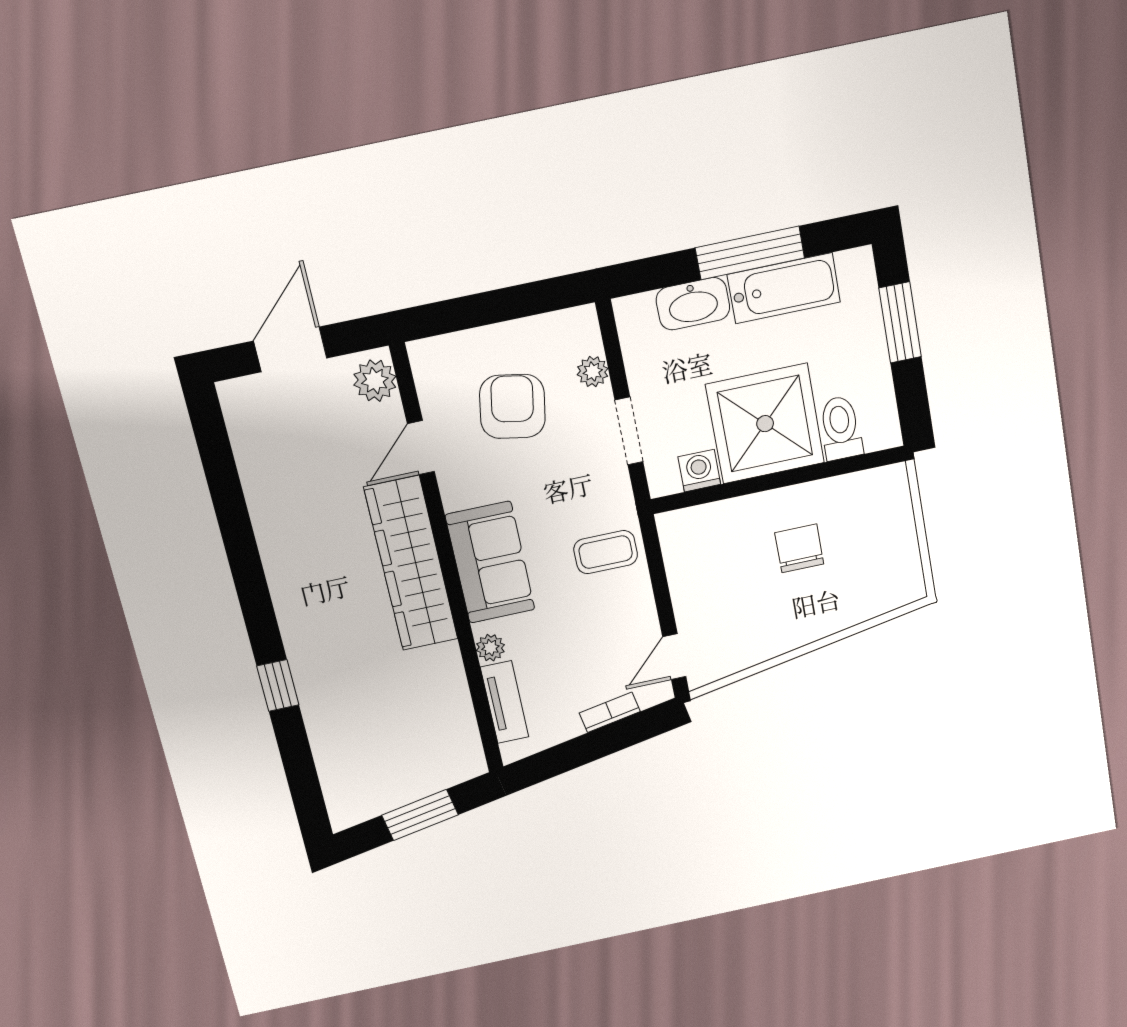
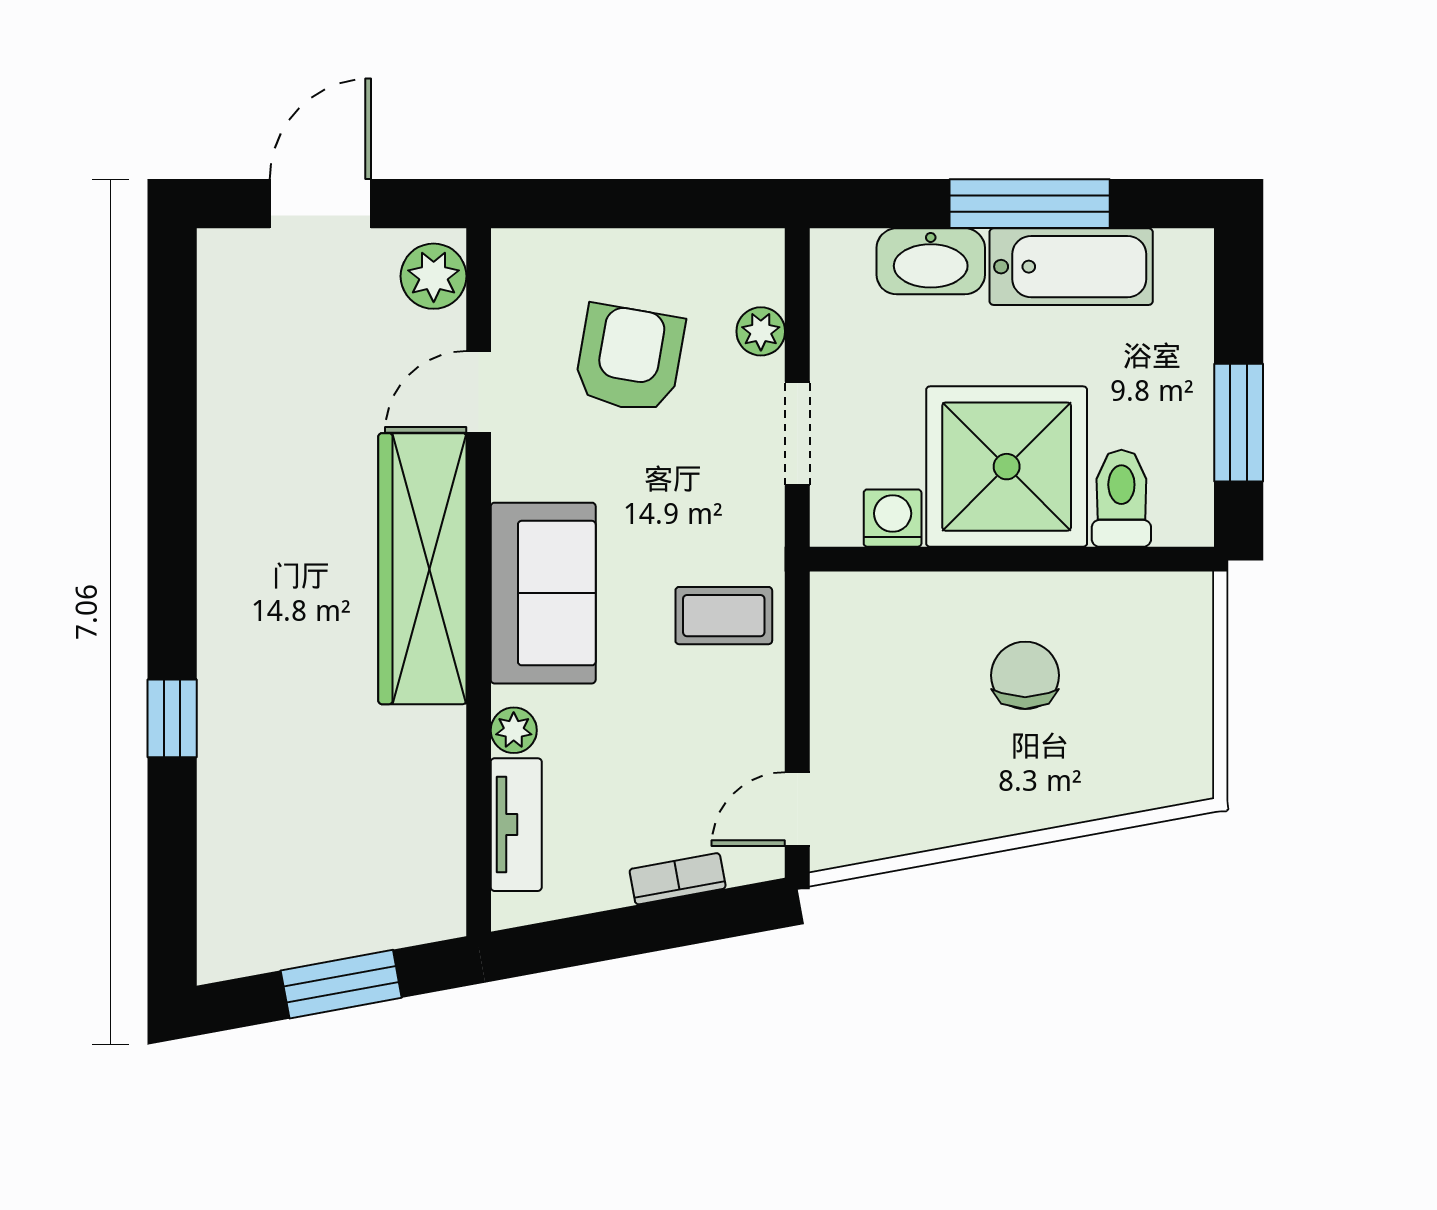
window: (900, 322) -> (1239, 423), moved

